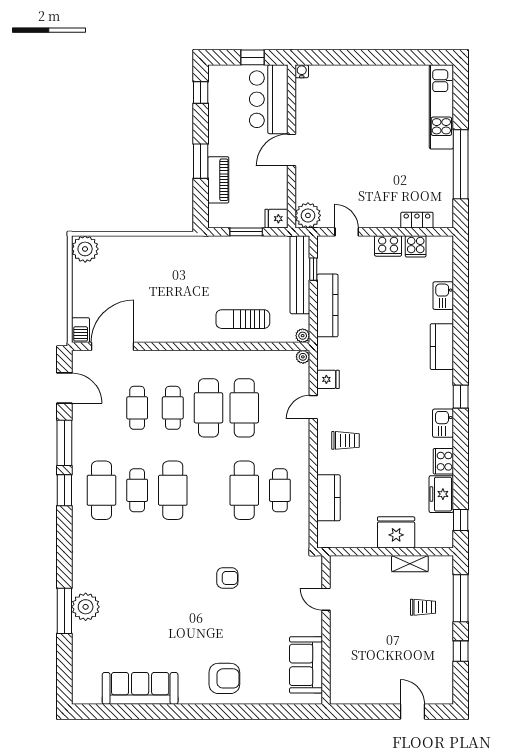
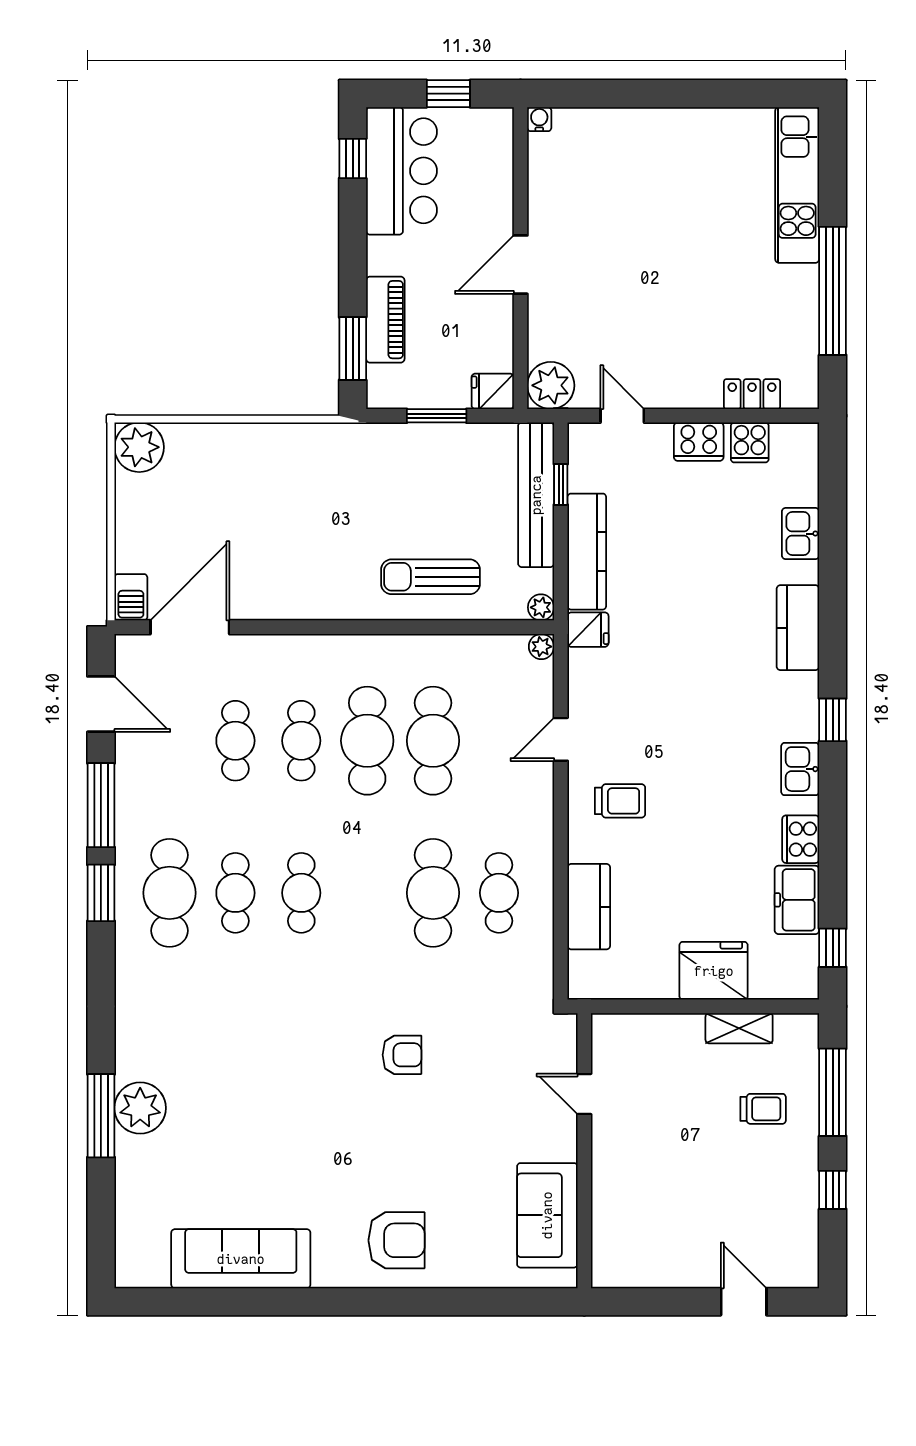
bar counter: (269, 99) -> (402, 171), moved, turned 180
window: (201, 161) -> (353, 349), moved
fridge: (328, 379) -> (588, 630), moved
cafe table: (173, 490) -> (301, 893), width x0.73, depth x0.74

